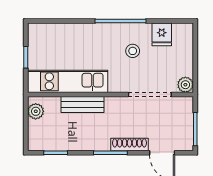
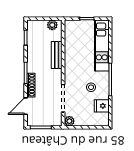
kitchen unit: (68, 81) -> (102, 46), moved, turned 180

